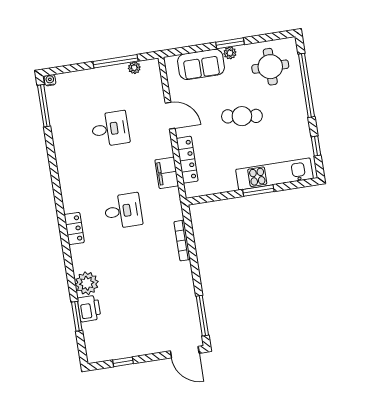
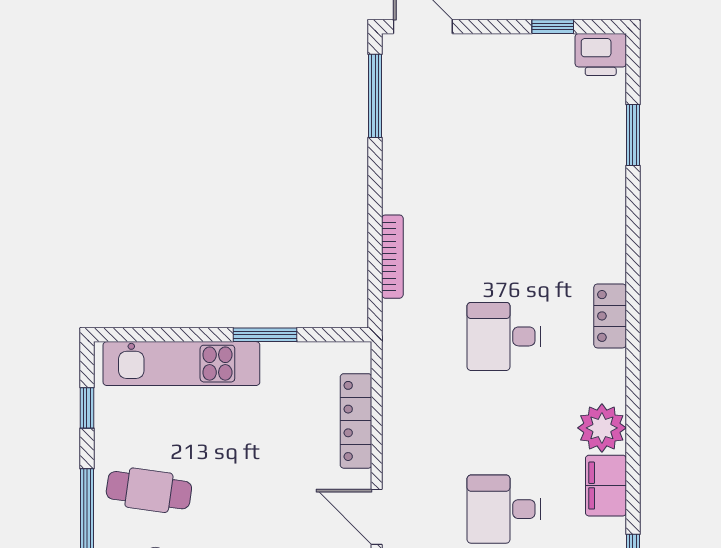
cafe table: (242, 116) -> (149, 490), moved
filing cabinet: (167, 173) -> (606, 486), moved, turned 180
window: (258, 191) -> (265, 335), moved
plant: (87, 283) -> (602, 428), moved
printer: (89, 309) -> (601, 54), moved, turned -90

